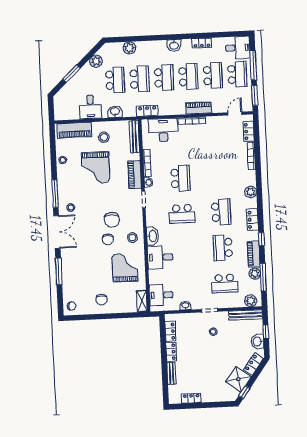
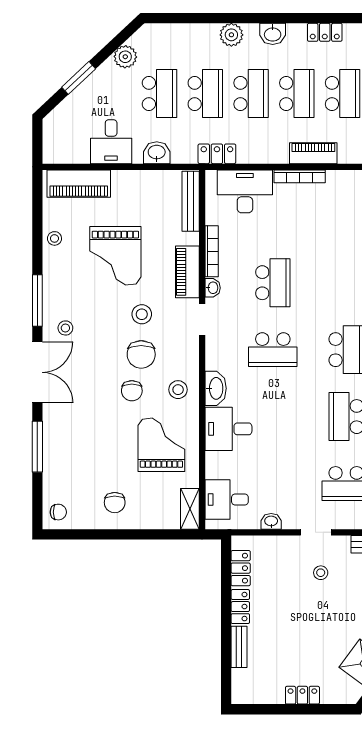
plant: (129, 48) -> (231, 35), moved
stool: (104, 137) -> (142, 314), moved
locker: (191, 398) -> (302, 695), moved

